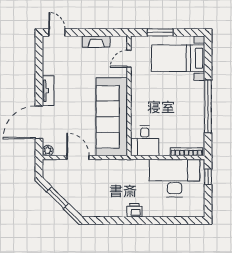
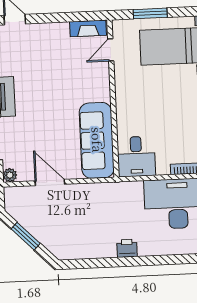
fireplace: (96, 42) -> (88, 28), moved
sofa: (112, 117) -> (97, 140), width x0.74, depth x0.79

